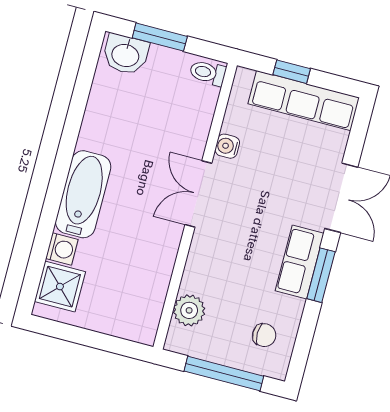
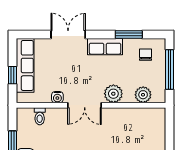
toilet: (208, 73) -> (40, 116), moved
plant: (206, 254) -> (113, 94), added
window: (321, 275) -> (129, 35), moved

